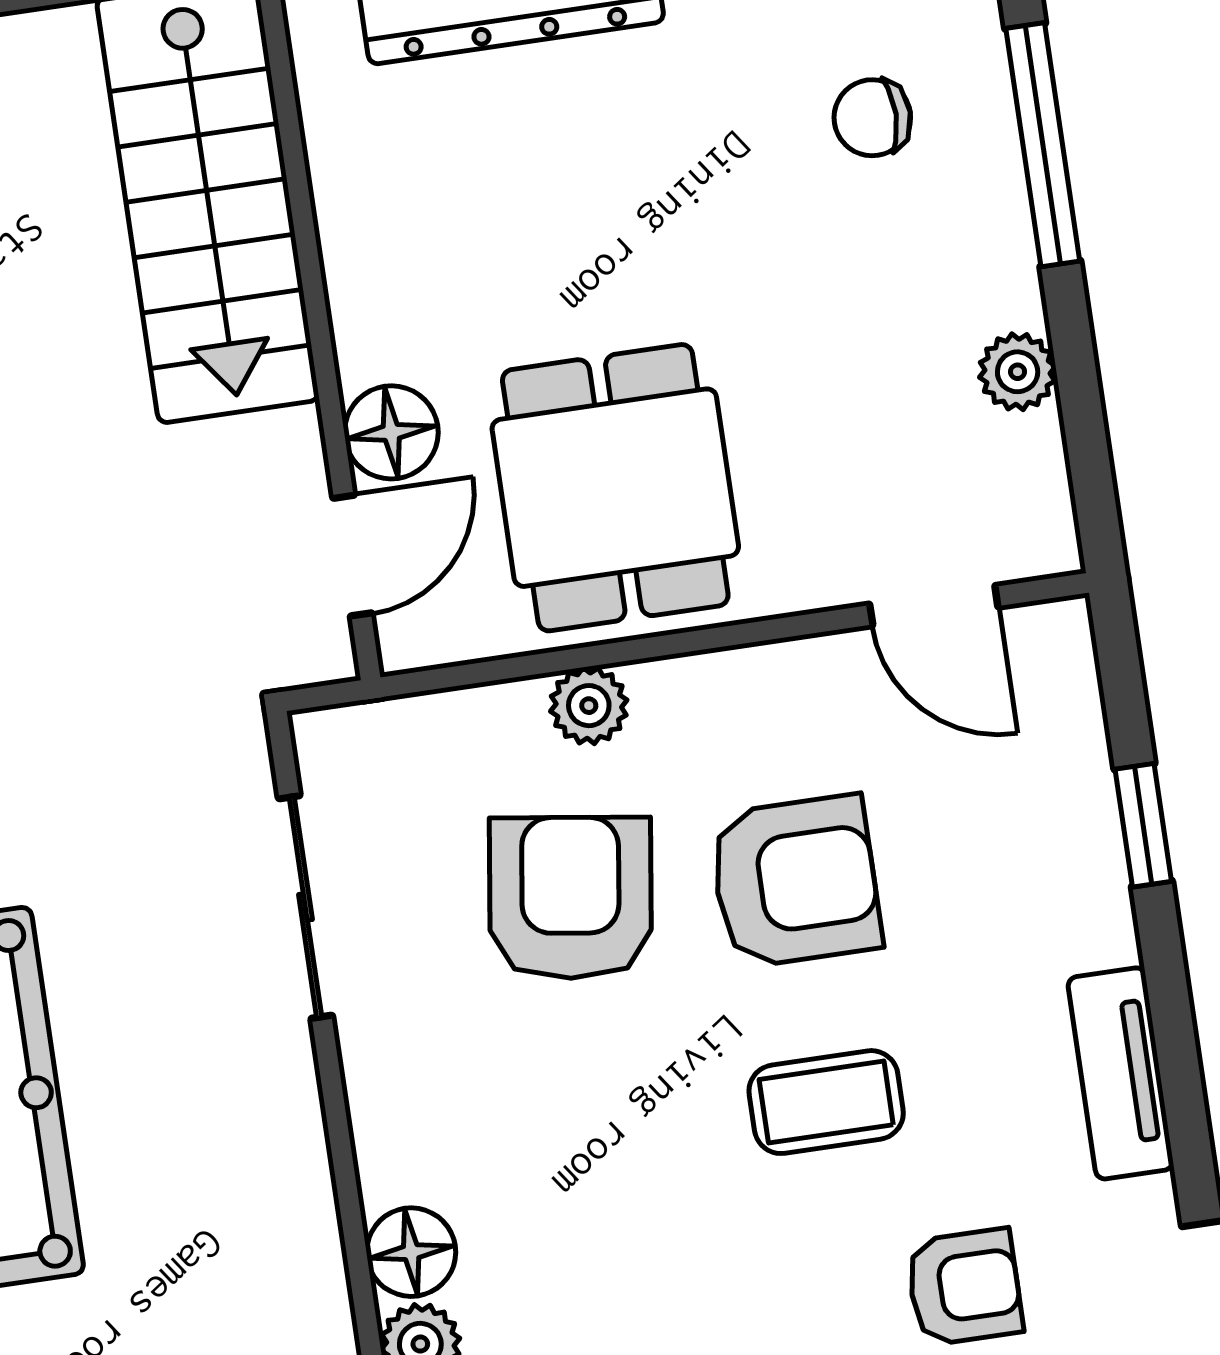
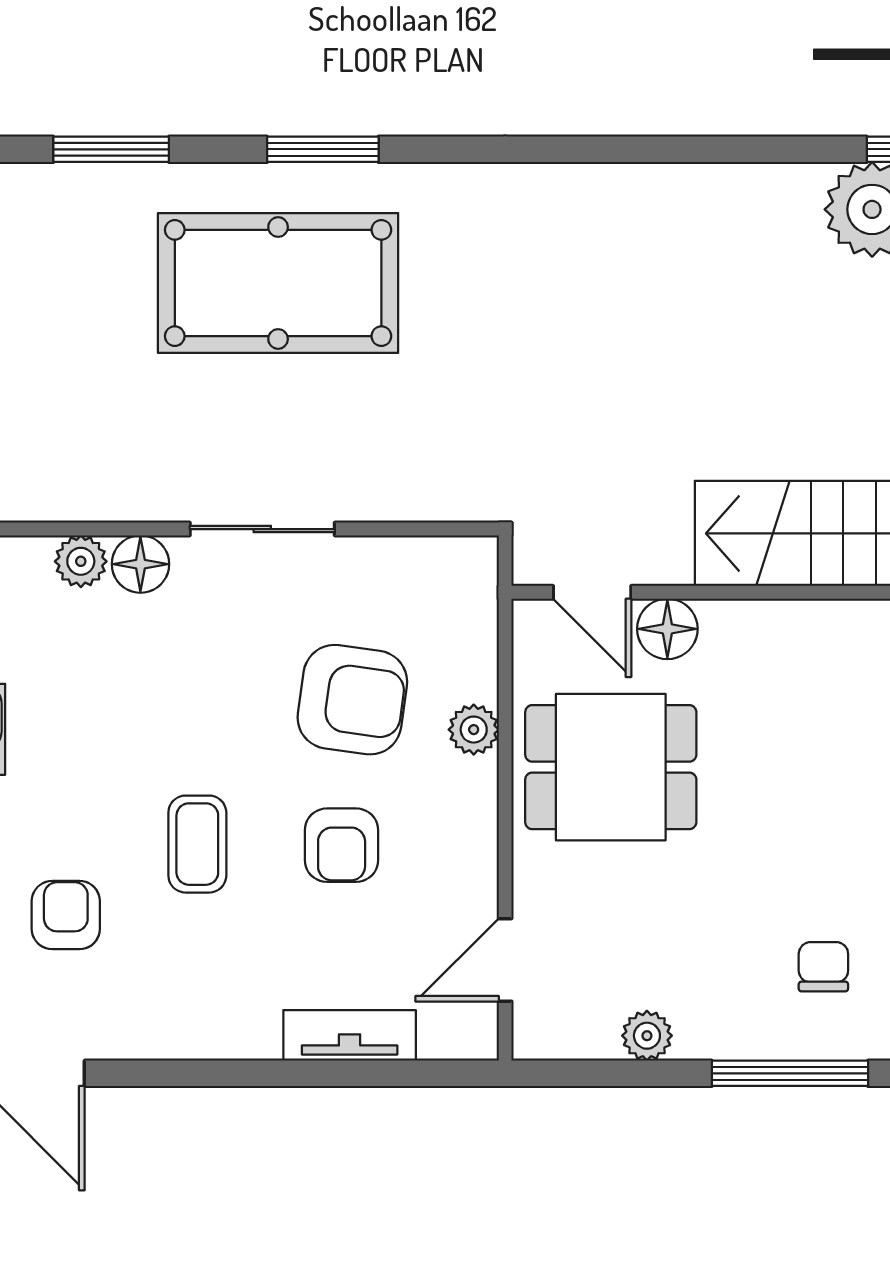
window: (1143, 825) -> (345, 1073), removed
armchair: (795, 882) -> (342, 845), width x0.72, depth x0.72
sliding door: (305, 907) -> (262, 529), moved
tv unit: (1121, 1073) -> (350, 1035), moved
armchair: (964, 1287) -> (66, 915), turned 180

